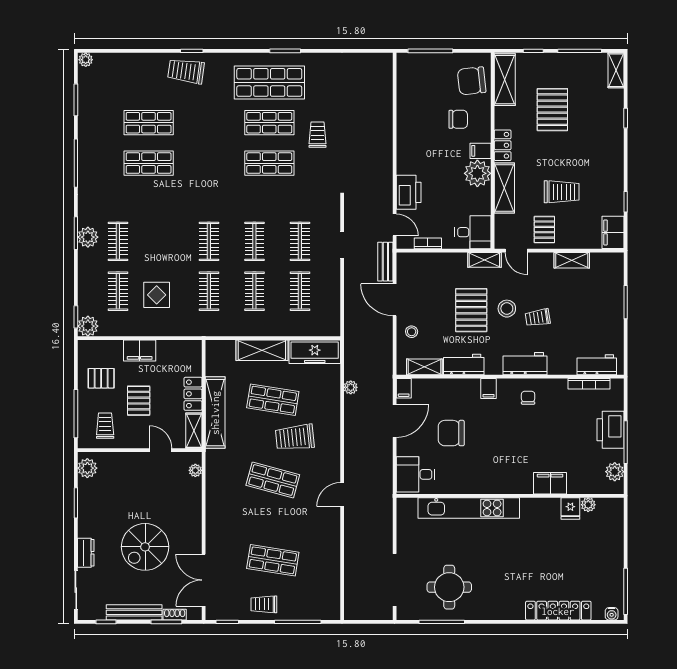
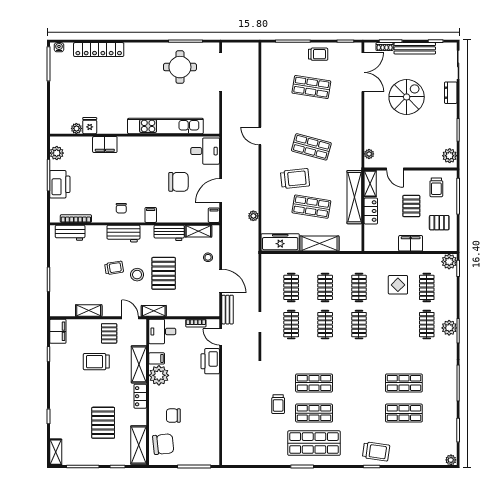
filing cabinet: (481, 151) -> (157, 358), moved
door: (342, 495) -> (260, 136), swing flipped

